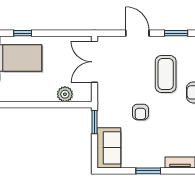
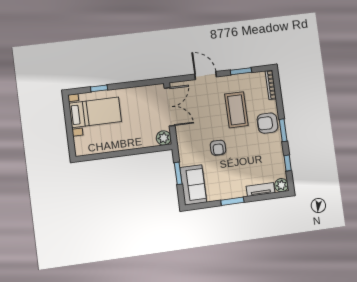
double door: (94, 62) -> (170, 107), swing flipped
plant: (65, 94) -> (164, 138), moved
window: (94, 122) -> (178, 173), moved

